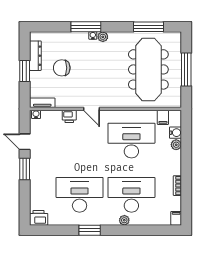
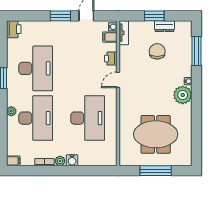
window: (86, 27) -> (196, 51), moved
window: (149, 27) -> (196, 134), removed
plant: (103, 37) -> (183, 95), width x1.88, depth x1.88
dresser: (35, 56) -> (164, 26), width x0.70
meeting table: (148, 69) -> (156, 134), width x0.73
filing cabinet: (163, 117) -> (110, 37), moved
water cooler: (176, 133) -> (72, 160), moved
plant: (176, 145) -> (60, 161), moved

